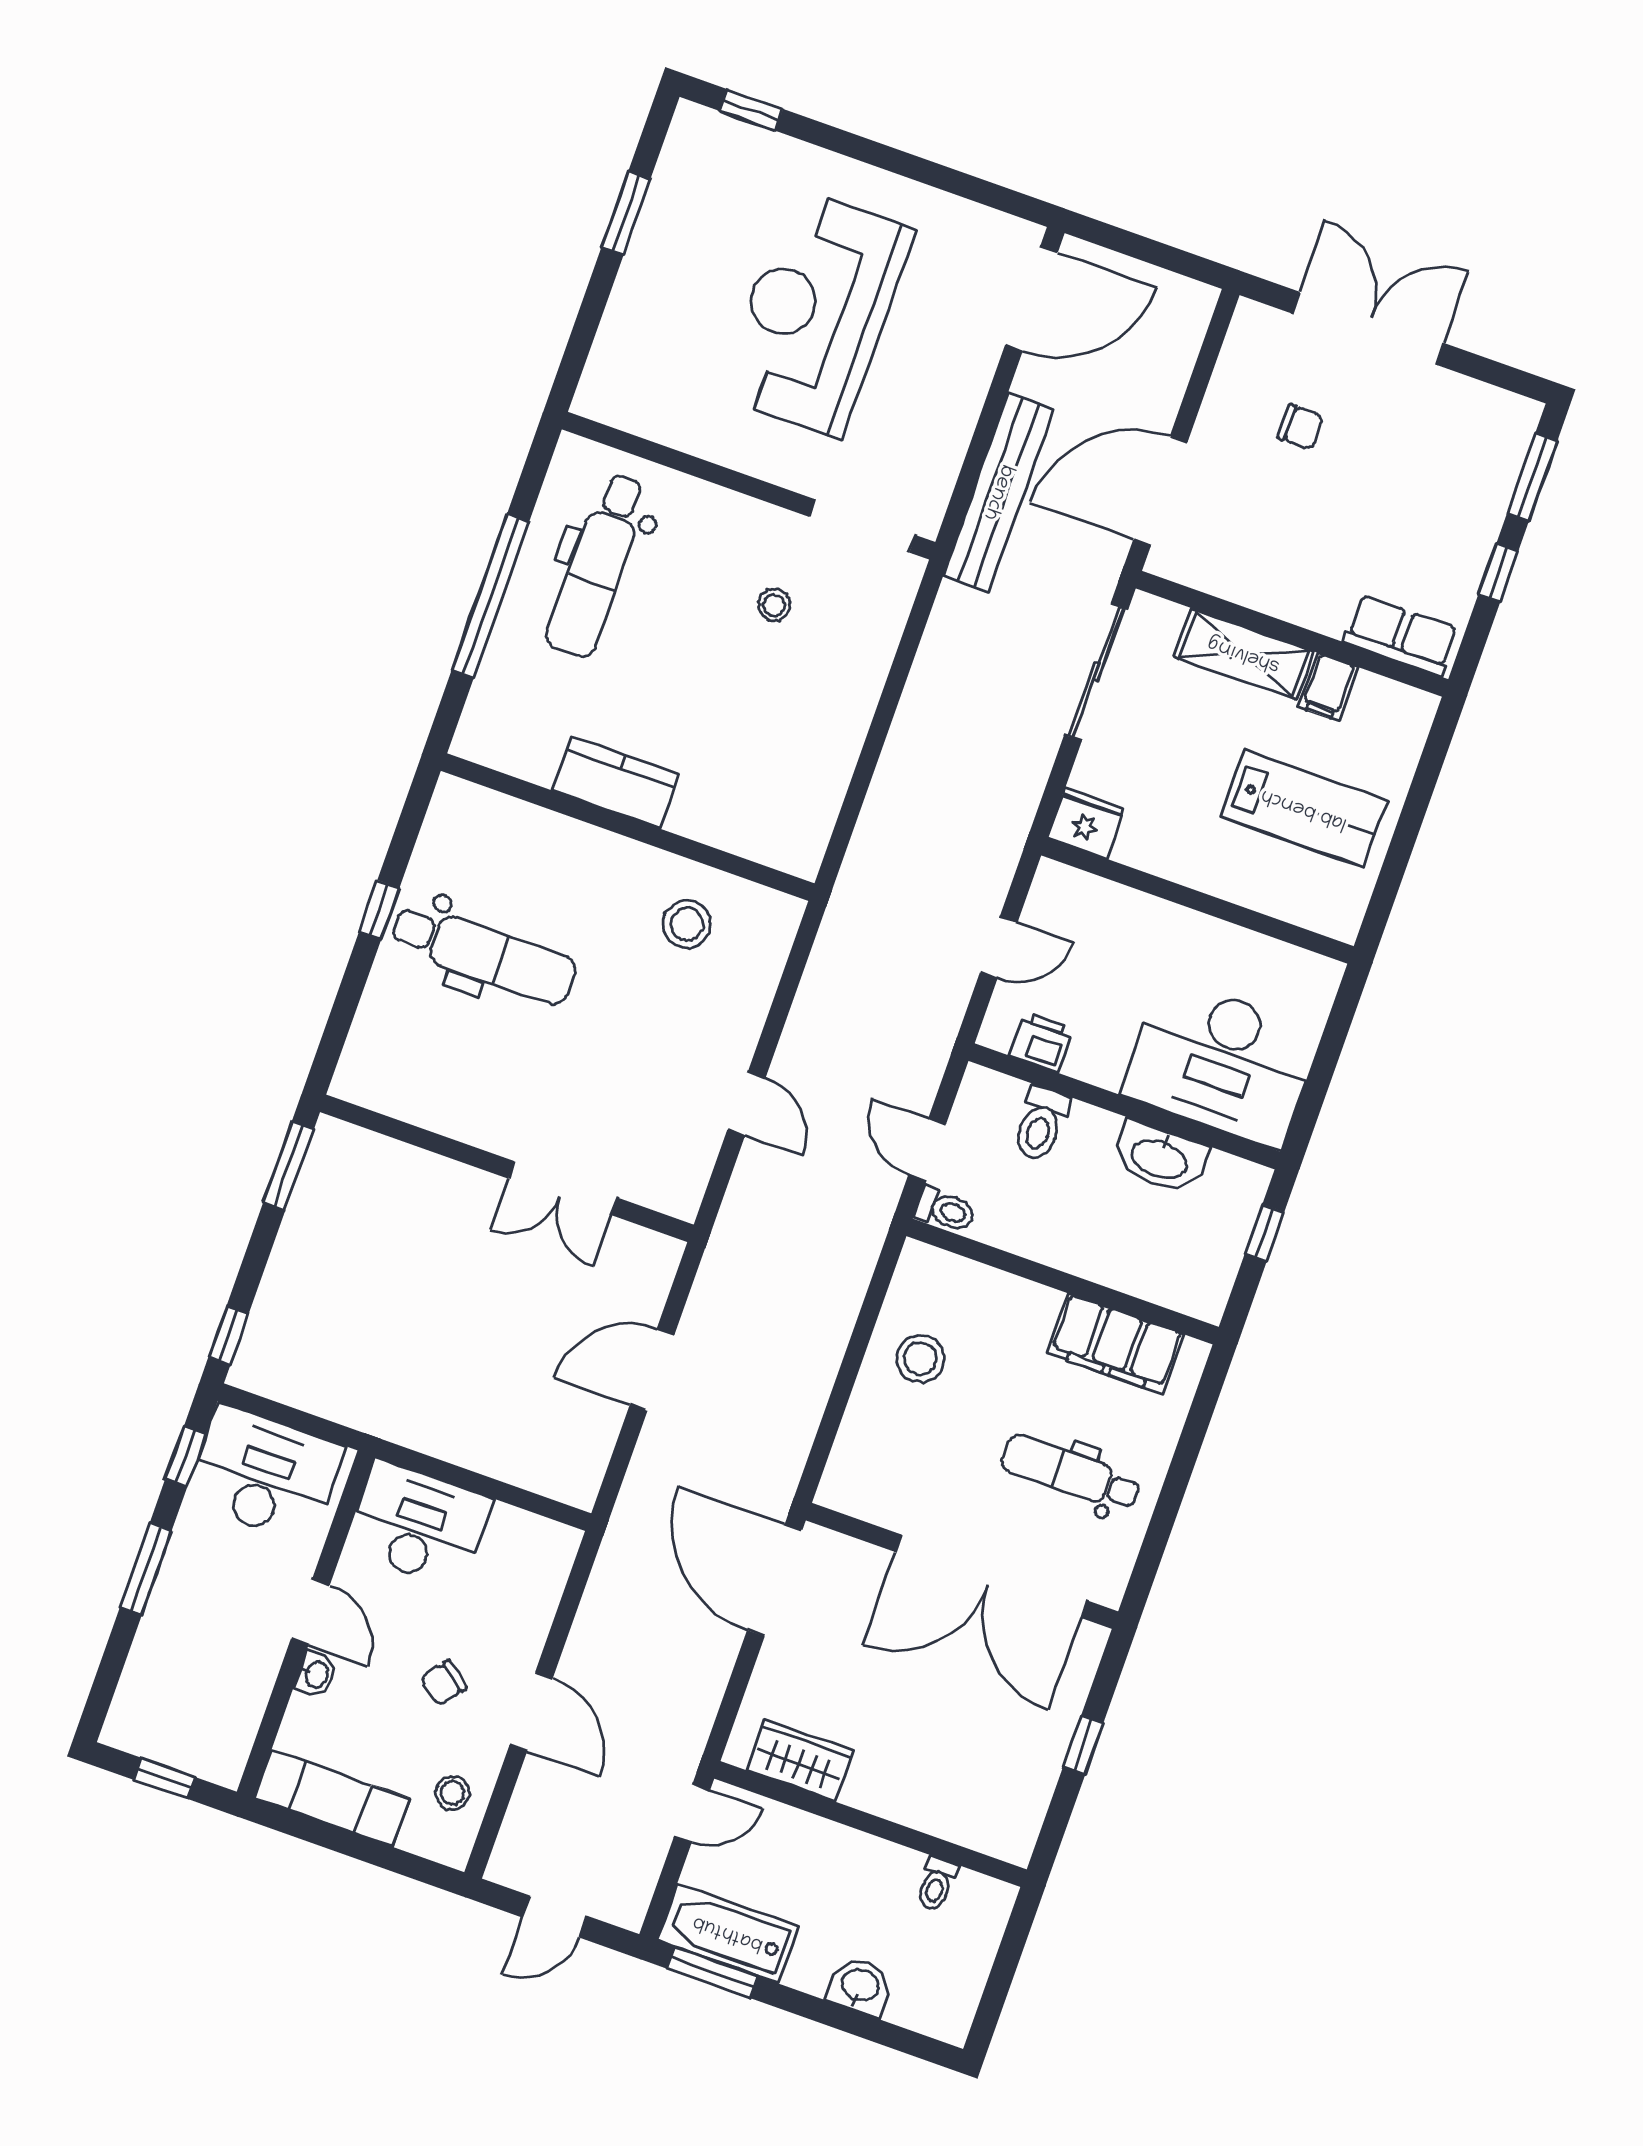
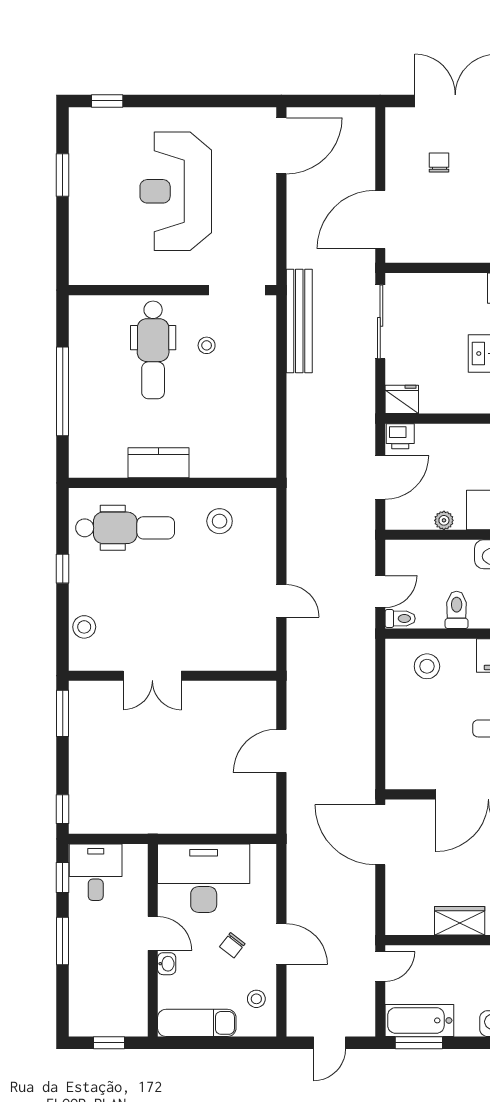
chair: (1300, 427) -> (439, 162), turned -90
bench: (998, 492) -> (299, 321), moved
dental chair: (597, 565) -> (153, 350), moved
shelving: (1244, 654) -> (451, 287), removed
door: (999, 948) -> (380, 477), width x1.38
dental chair: (484, 954) -> (125, 528), moved
stool: (381, 1027) -> (84, 627), added
printer: (1042, 1042) -> (400, 436), moved, turned 180
plant: (1085, 1063) -> (444, 520), added
toilet: (1041, 1124) -> (457, 610), moved, turned 180
door: (927, 1149) -> (380, 592), swing flipped
double door: (563, 1188) -> (152, 676), moved
stool: (921, 1359) -> (427, 666), moved
desk: (265, 1474) -> (96, 872), width x0.73
desk: (418, 1525) -> (204, 878), width x1.36, depth x1.30
wardrobe: (800, 1760) -> (460, 921), moved

